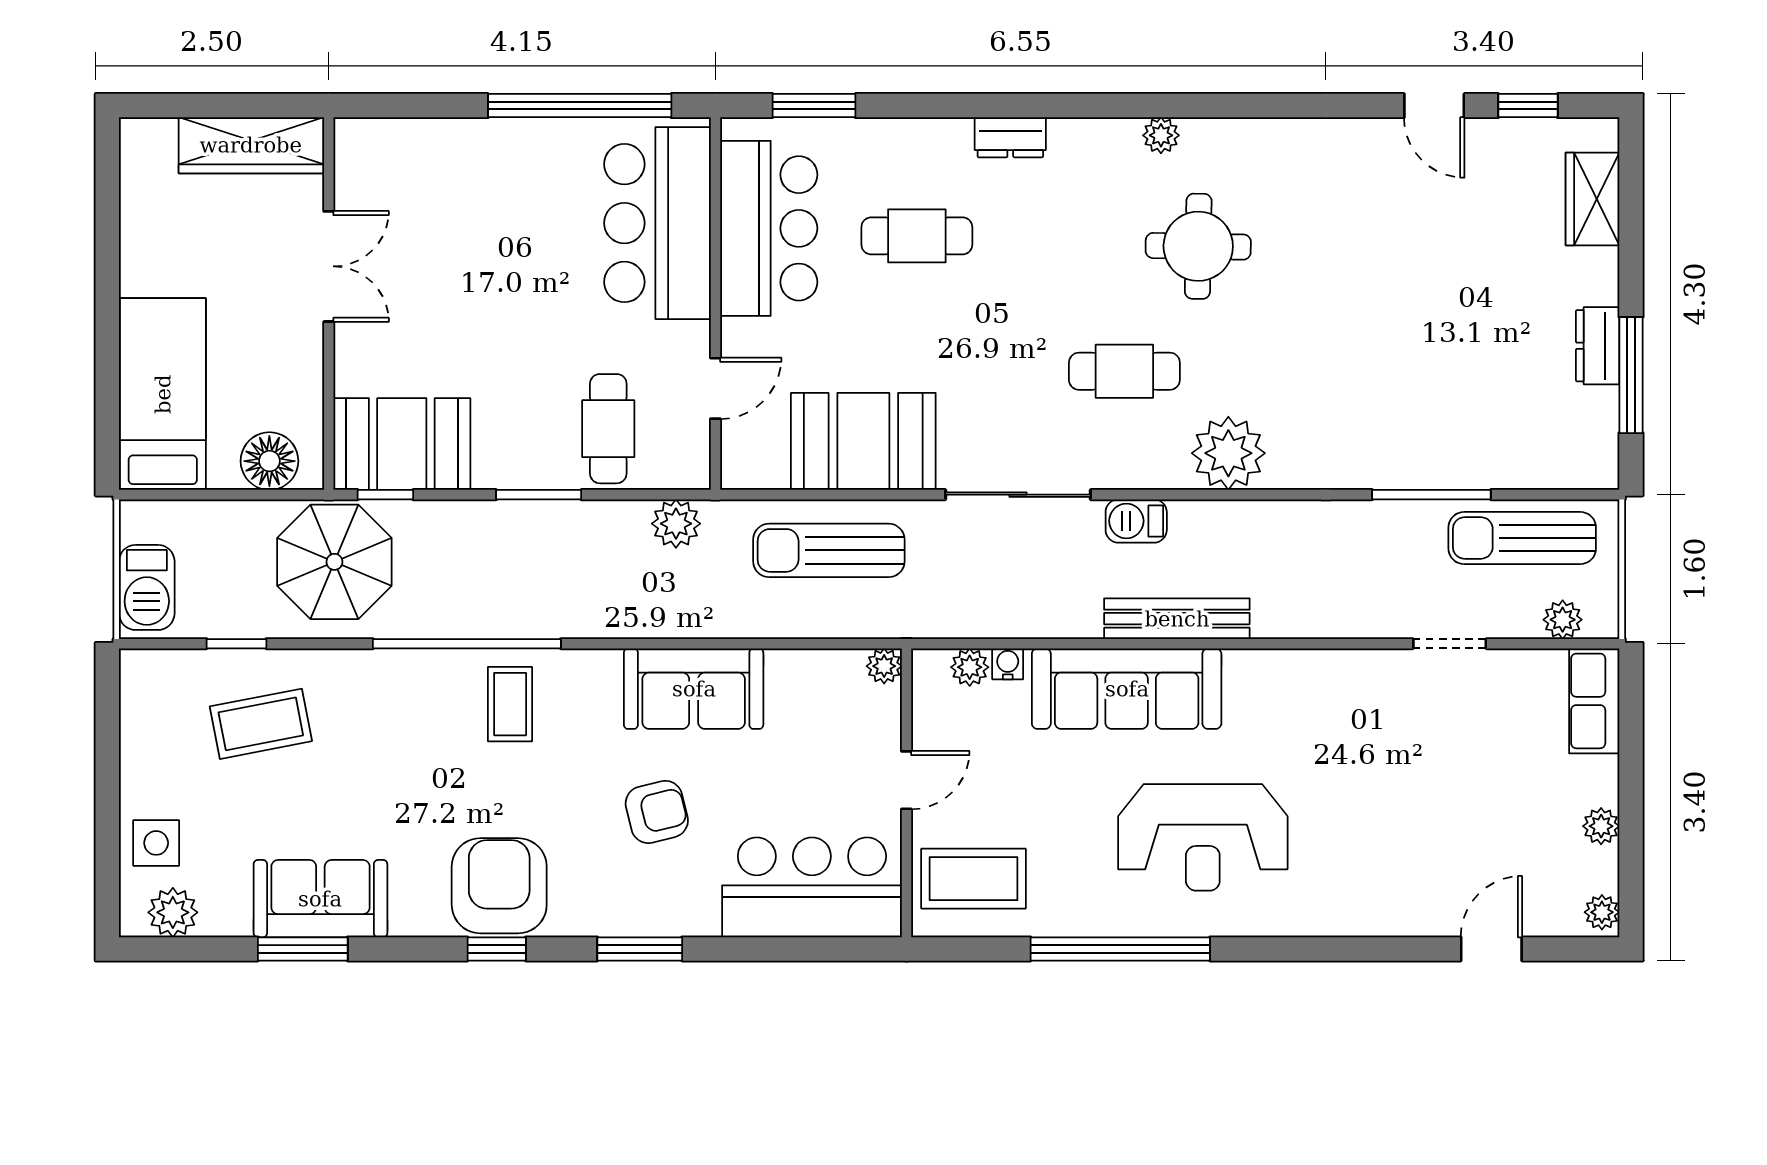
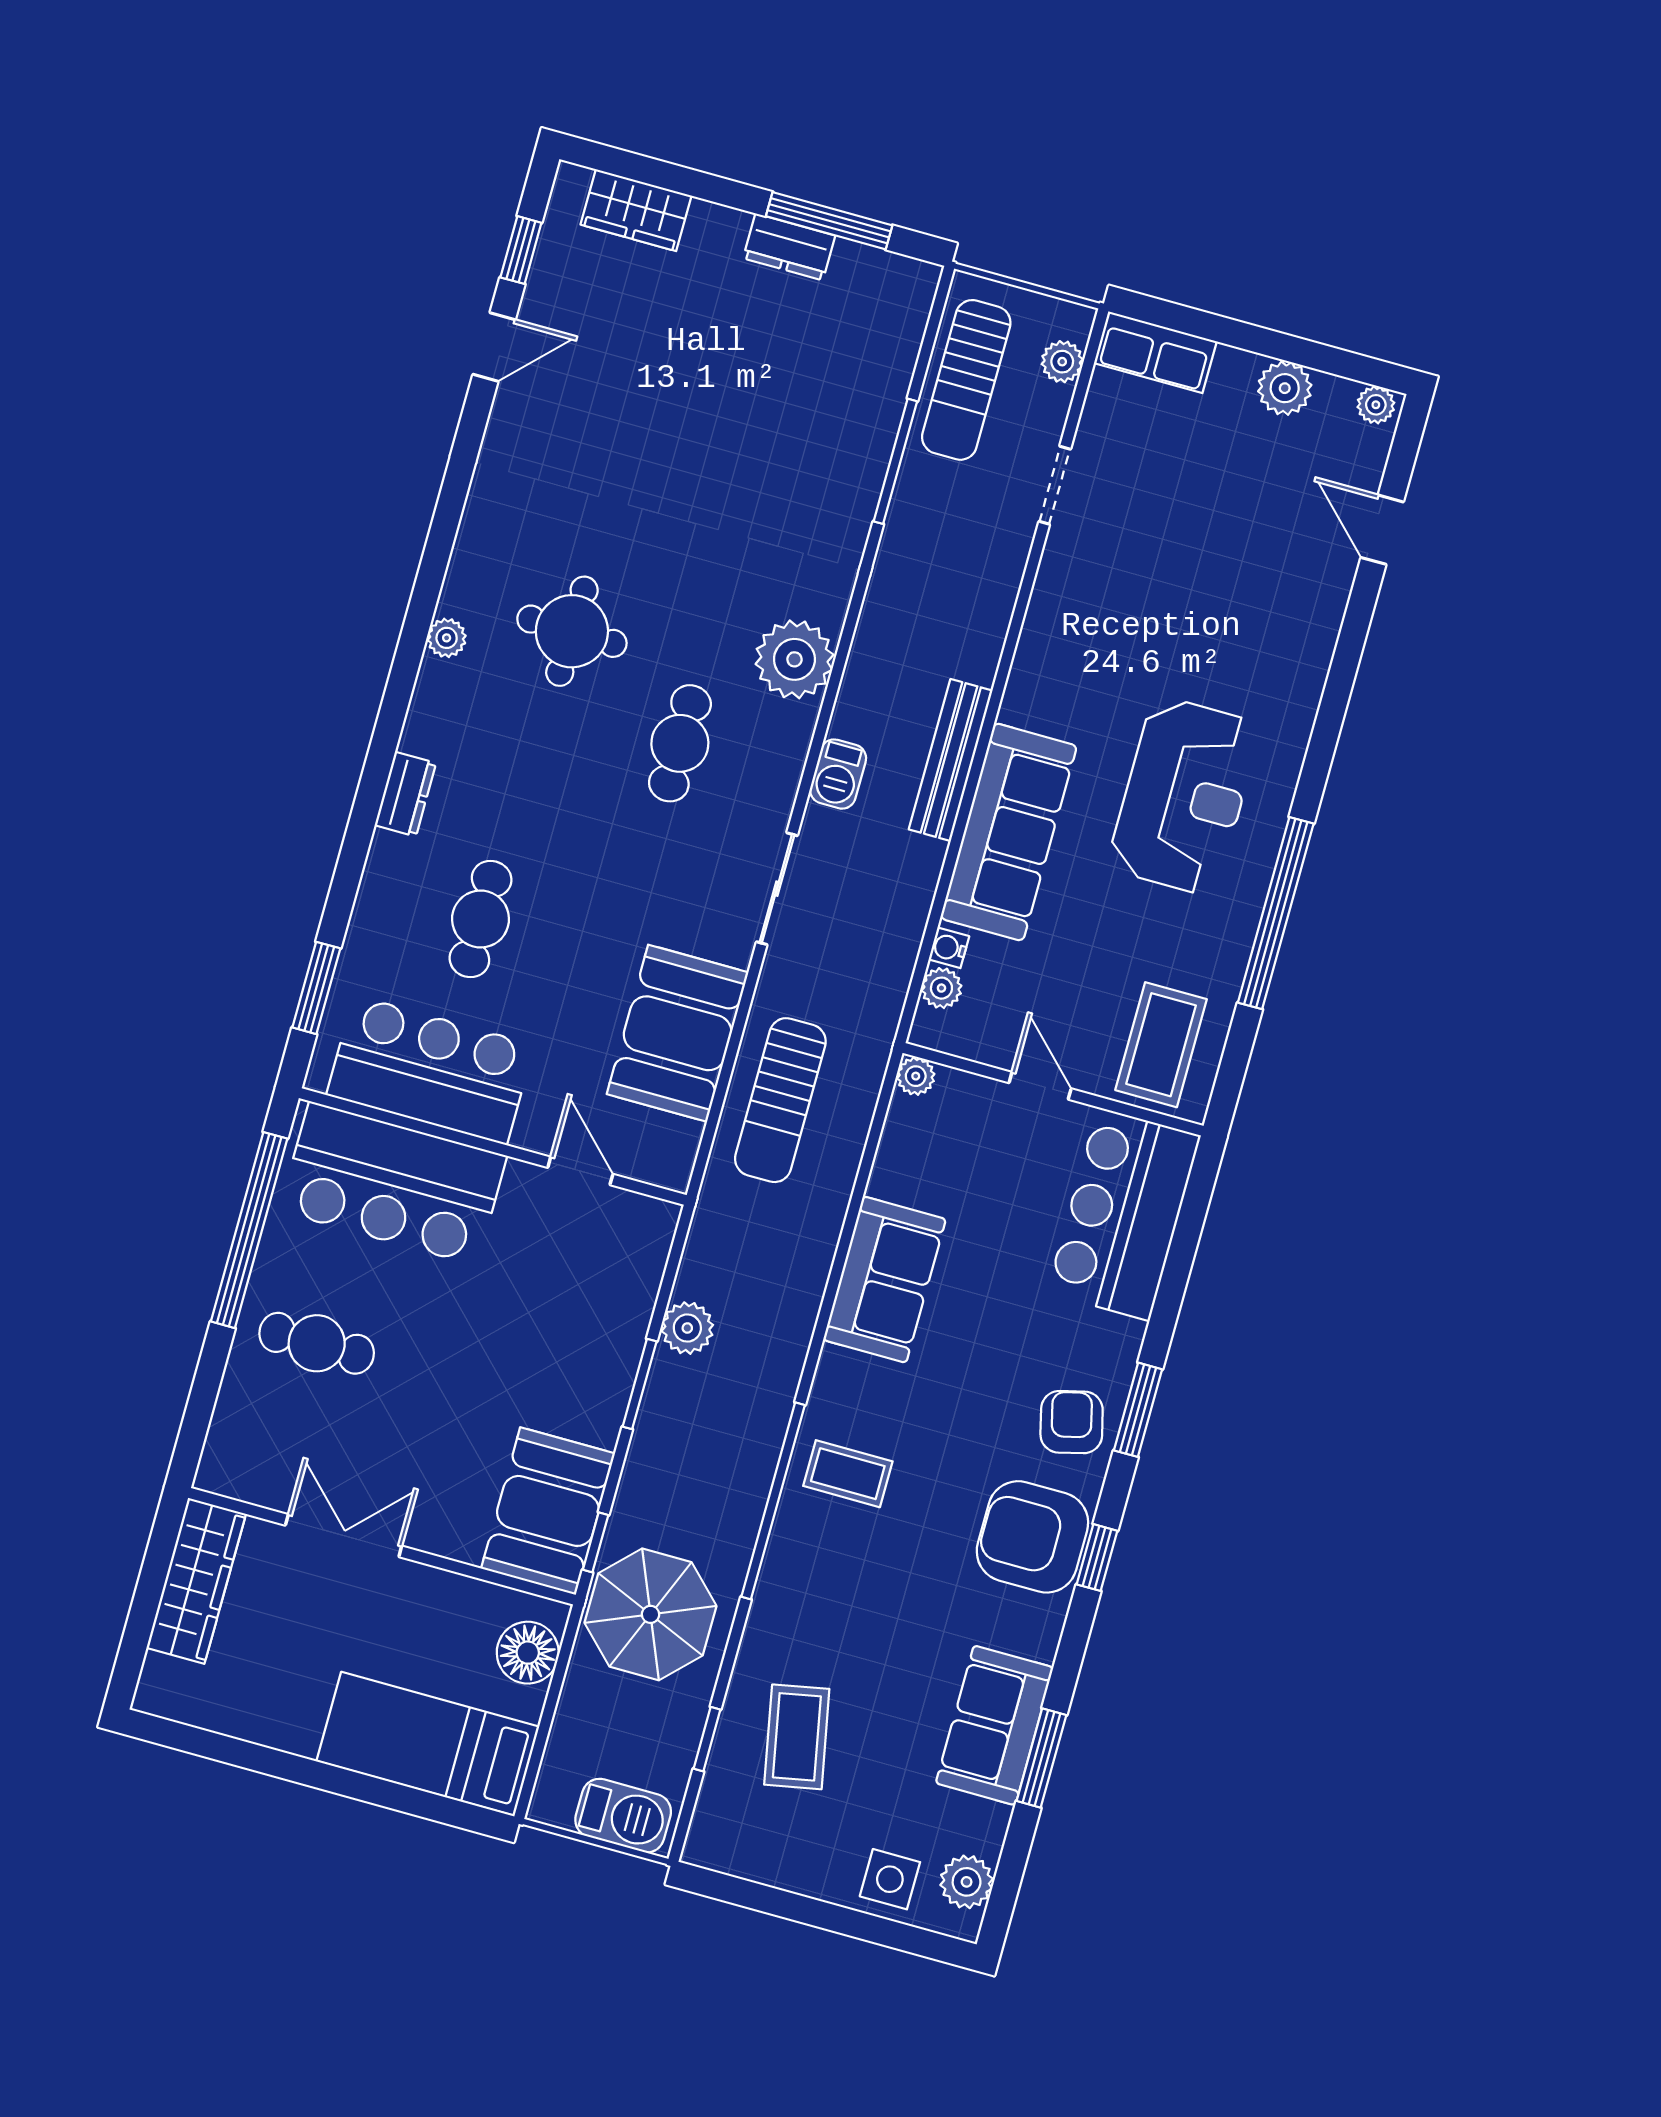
cafe table: (608, 429) -> (317, 1343), moved
sliding door: (1018, 495) -> (777, 889), width x0.73
plant: (676, 524) -> (687, 1328), moved
armchair: (657, 812) -> (1072, 1422), moved
plant: (1601, 826) -> (1285, 388), width x1.38, depth x1.38

